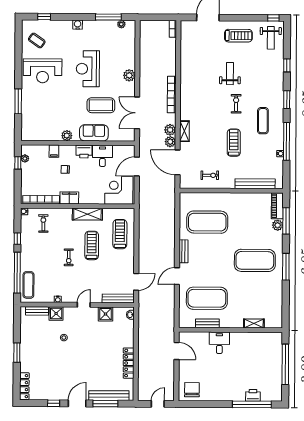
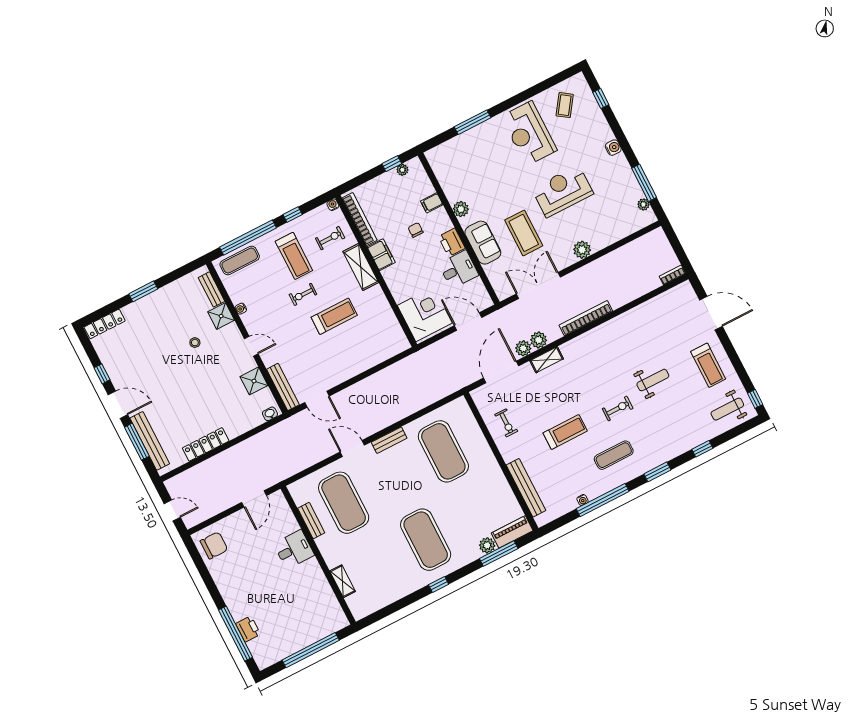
shelving: (87, 214) -> (361, 267), moved
treadmill: (120, 234) -> (294, 256), moved, turned 90
window: (286, 267) -> (439, 584), width x0.46

